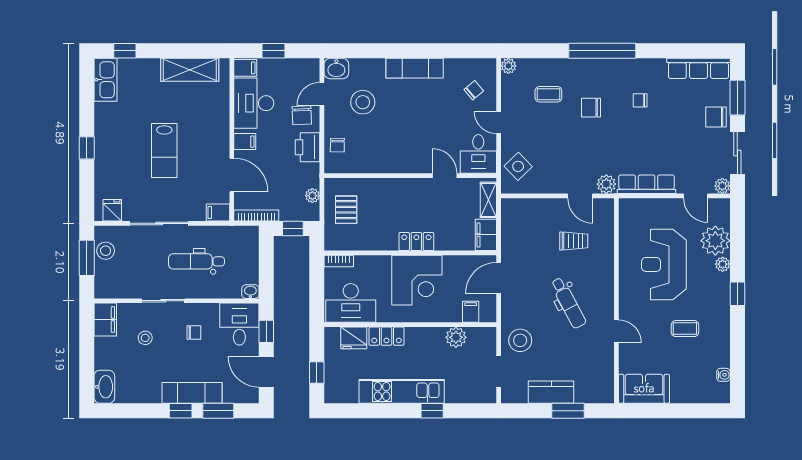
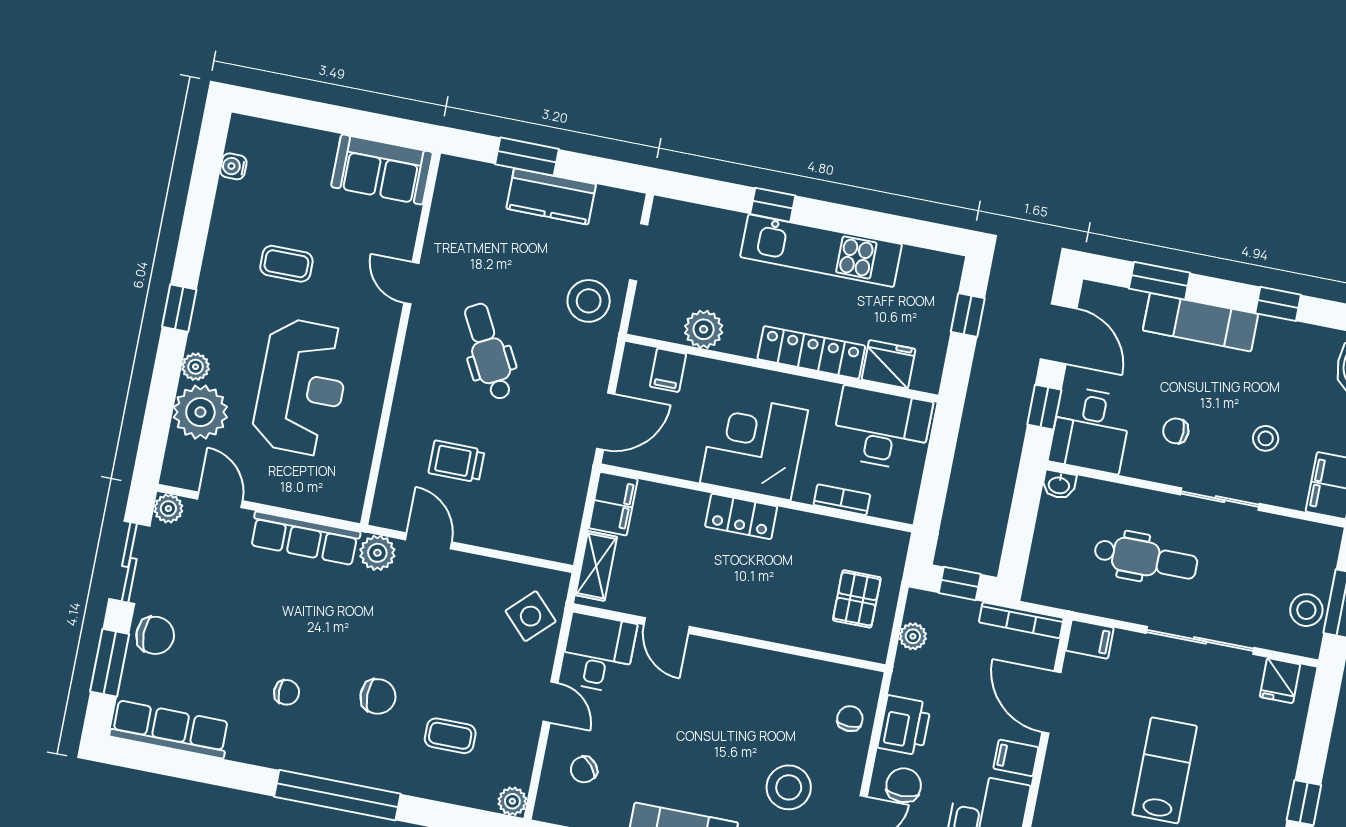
bookcase: (339, 261) -> (842, 500), moved
locker: (386, 336) -> (811, 352), width x1.53
window: (181, 411) -> (1278, 304), moved

